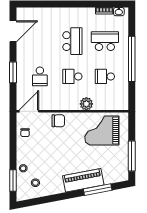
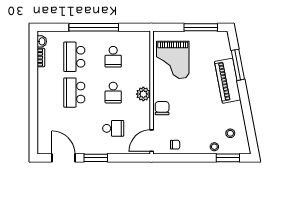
school desk: (72, 41) -> (74, 93), turned -90
window: (13, 72) -> (96, 158), moved
plant: (86, 104) -> (143, 94), moved
door: (29, 111) -> (152, 141), hinge flipped

